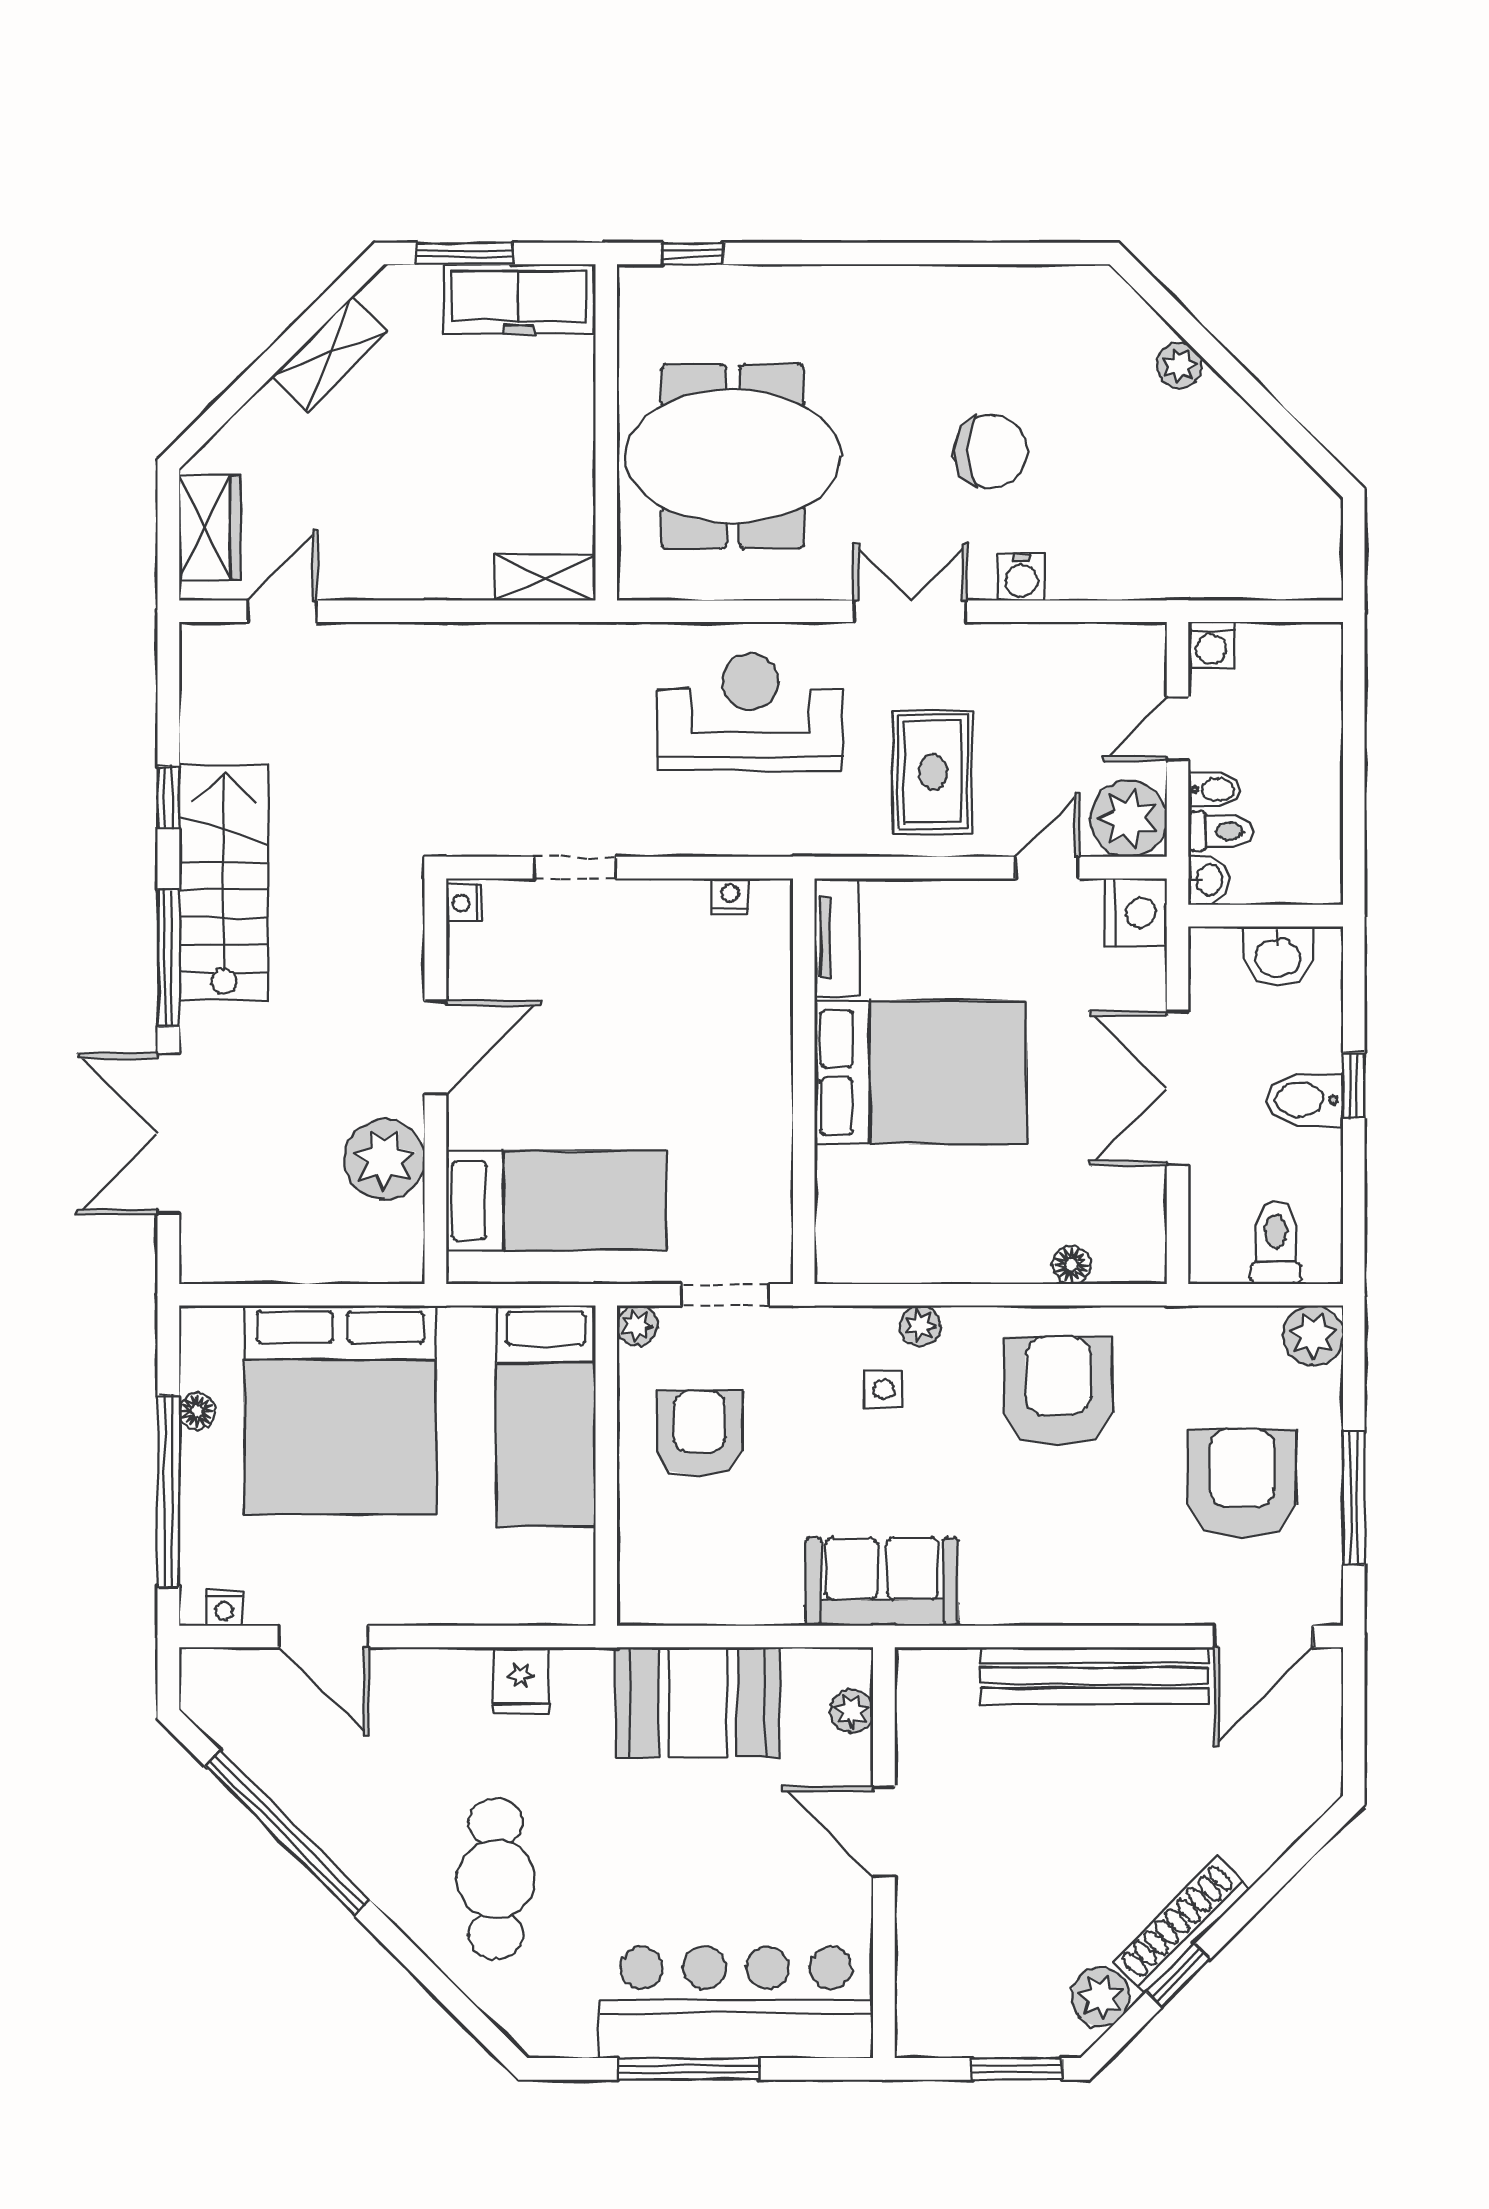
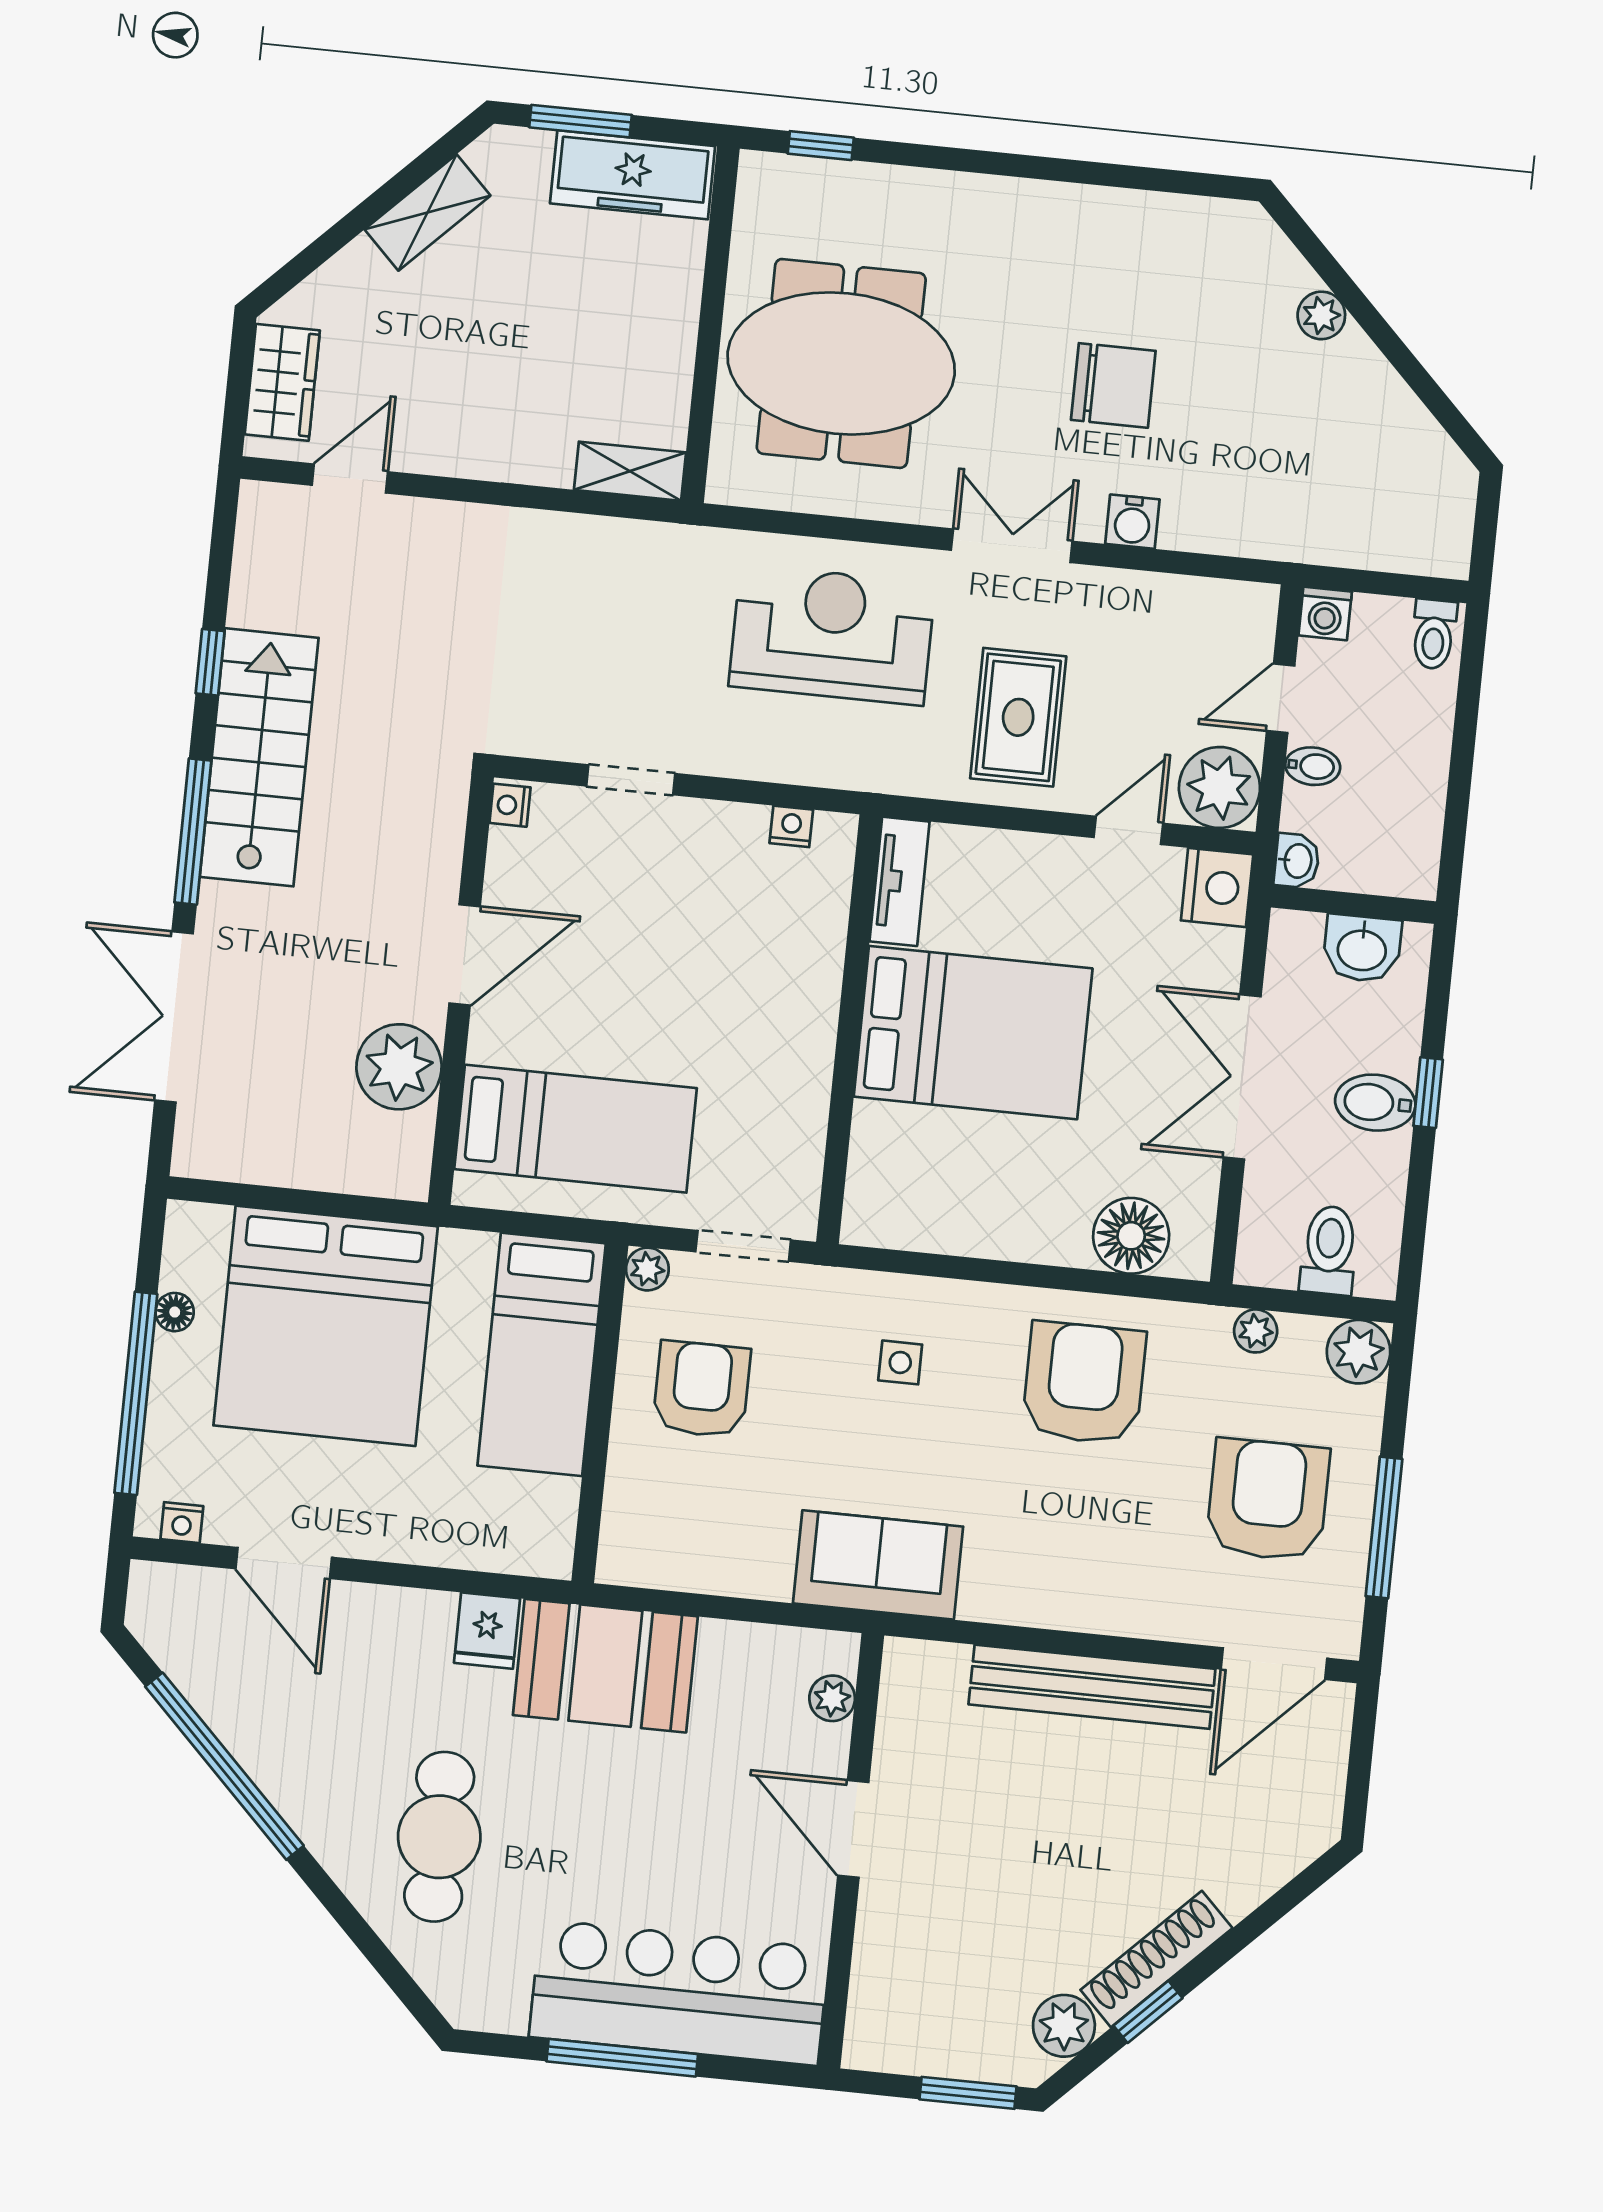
toilet: (1220, 831) -> (1434, 634), moved, turned 90
floor lamp: (1072, 1265) -> (1131, 1236), width x1.89, depth x1.89
plant: (920, 1326) -> (1256, 1331), moved
booth: (698, 1702) -> (605, 1666), moved

